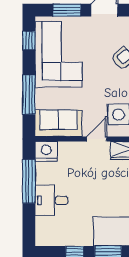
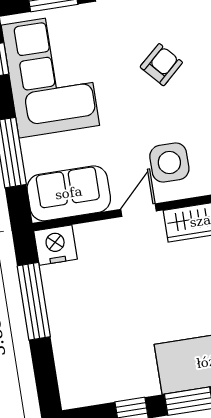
desk: (51, 200) -> (78, 327), removed

